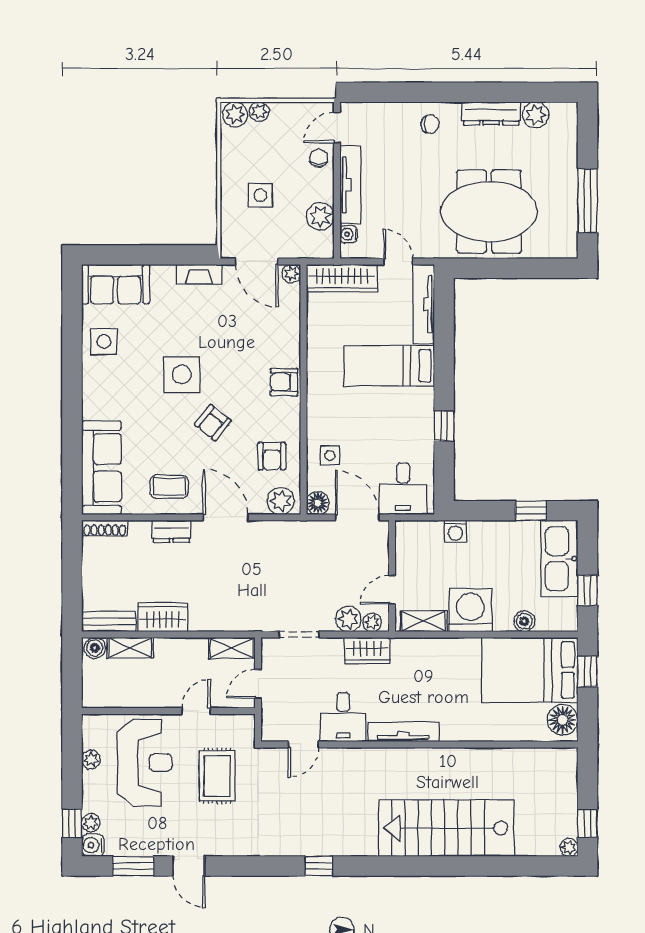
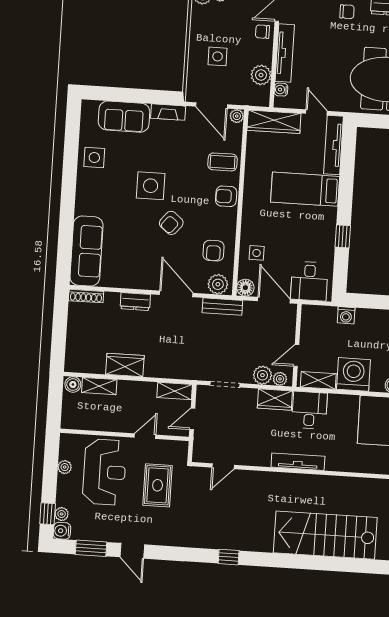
chair: (319, 158) -> (262, 32), turned -90
sofa: (116, 284) -> (124, 117), moved
coffee table: (169, 487) -> (222, 162), moved
bench: (109, 621) -> (222, 307), moved
desk: (343, 717) -> (309, 410), moved, turned 180

